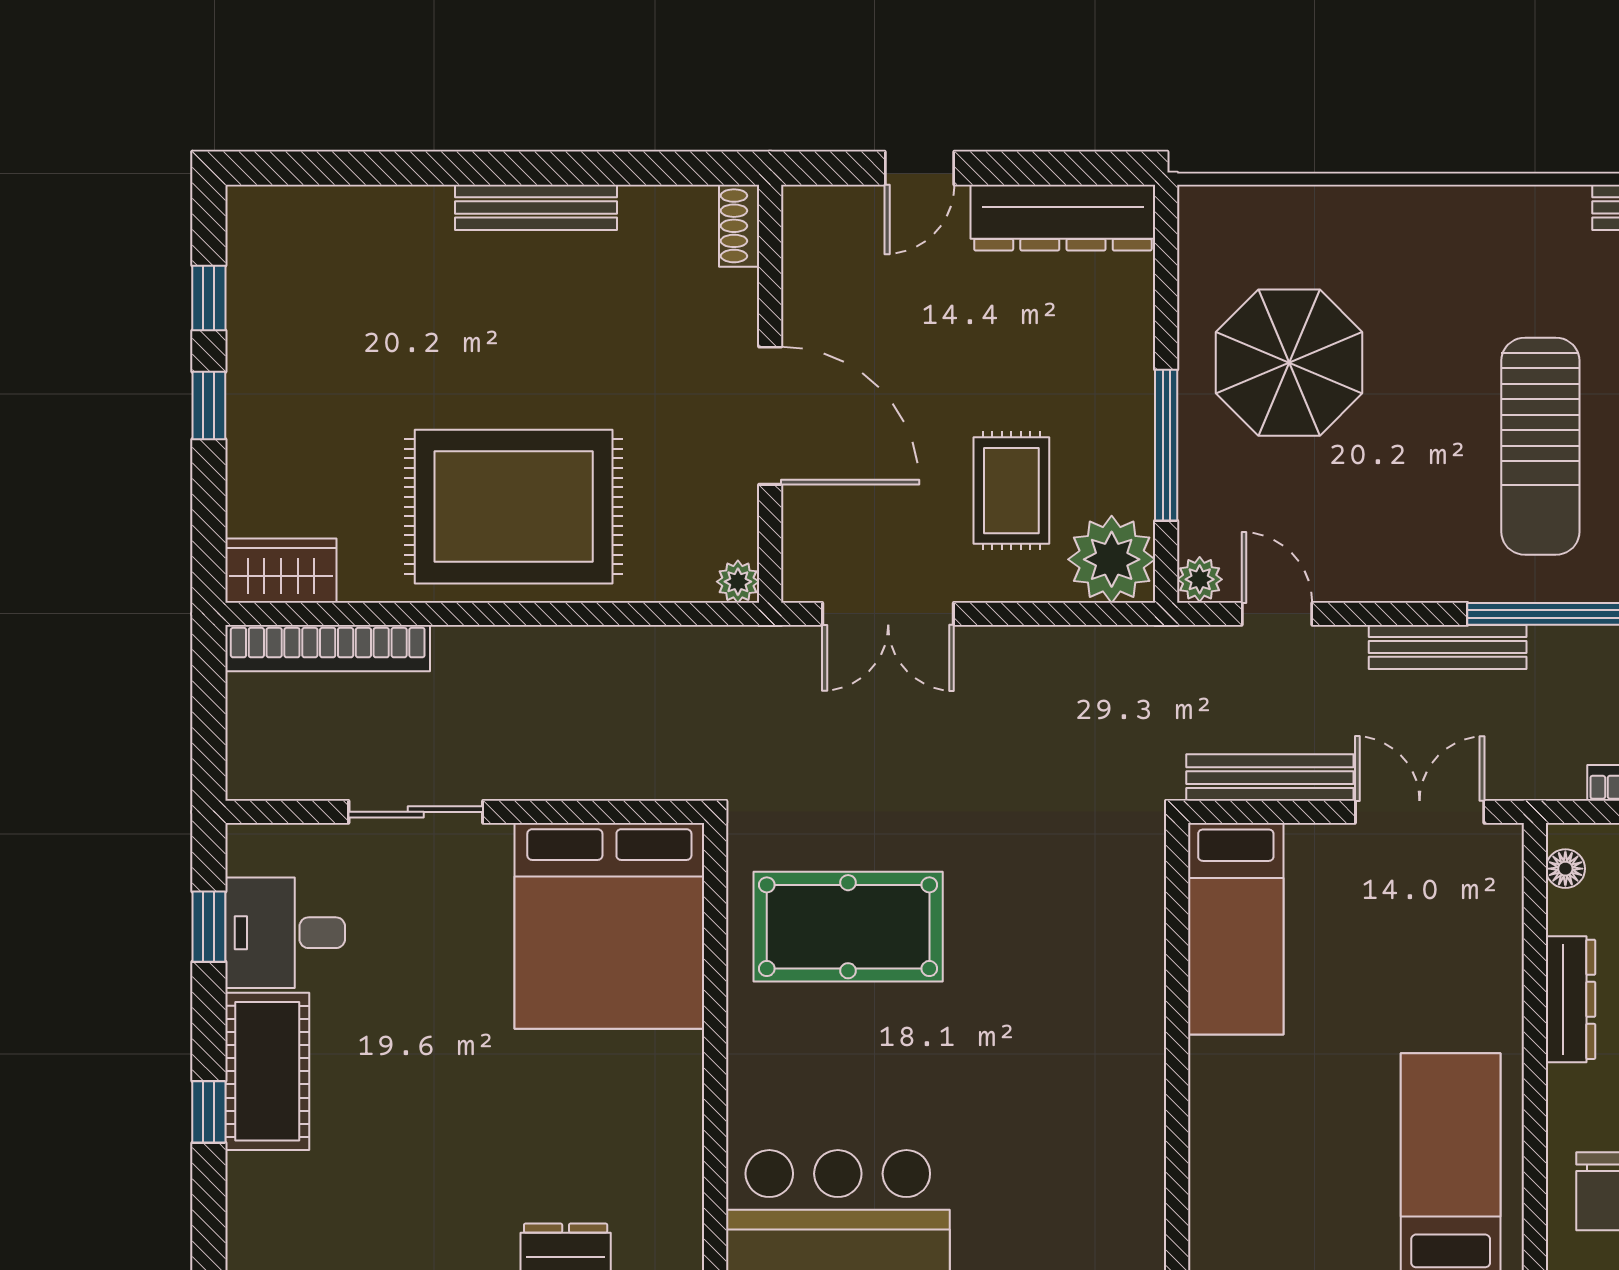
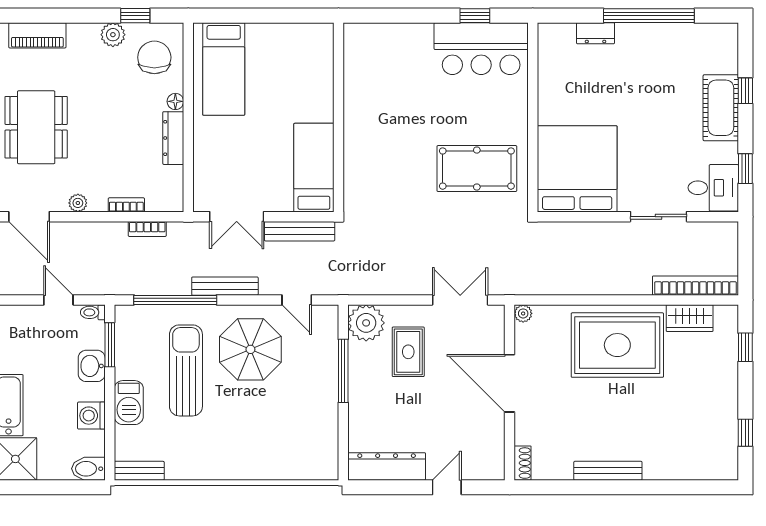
parasol: (1289, 363) -> (250, 349), moved
window: (209, 405) -> (745, 347), moved
wardrobe: (281, 571) -> (690, 318), moved
plant: (1200, 579) -> (329, 315), removed
floor lamp: (1565, 869) -> (175, 101), moved
desk: (285, 933) -> (713, 188), moved

